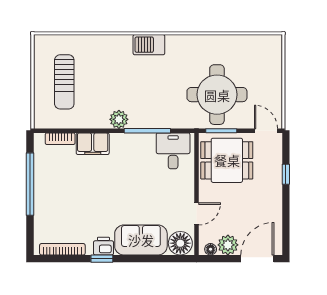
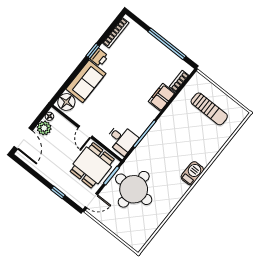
sun lounger: (64, 82) -> (209, 109), turned 180
plant: (119, 119) -> (164, 123), removed
door: (197, 214) -> (85, 132), moved

